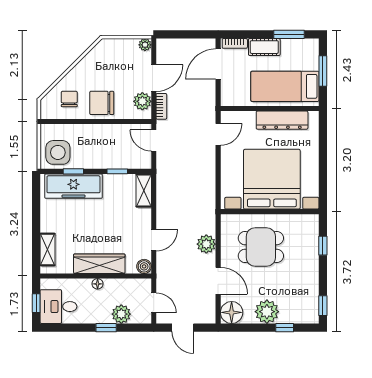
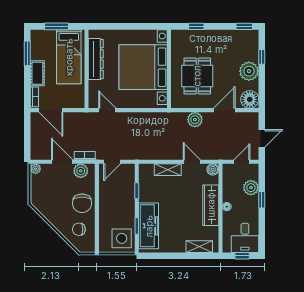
shelving: (144, 190) -> (168, 170), moved

